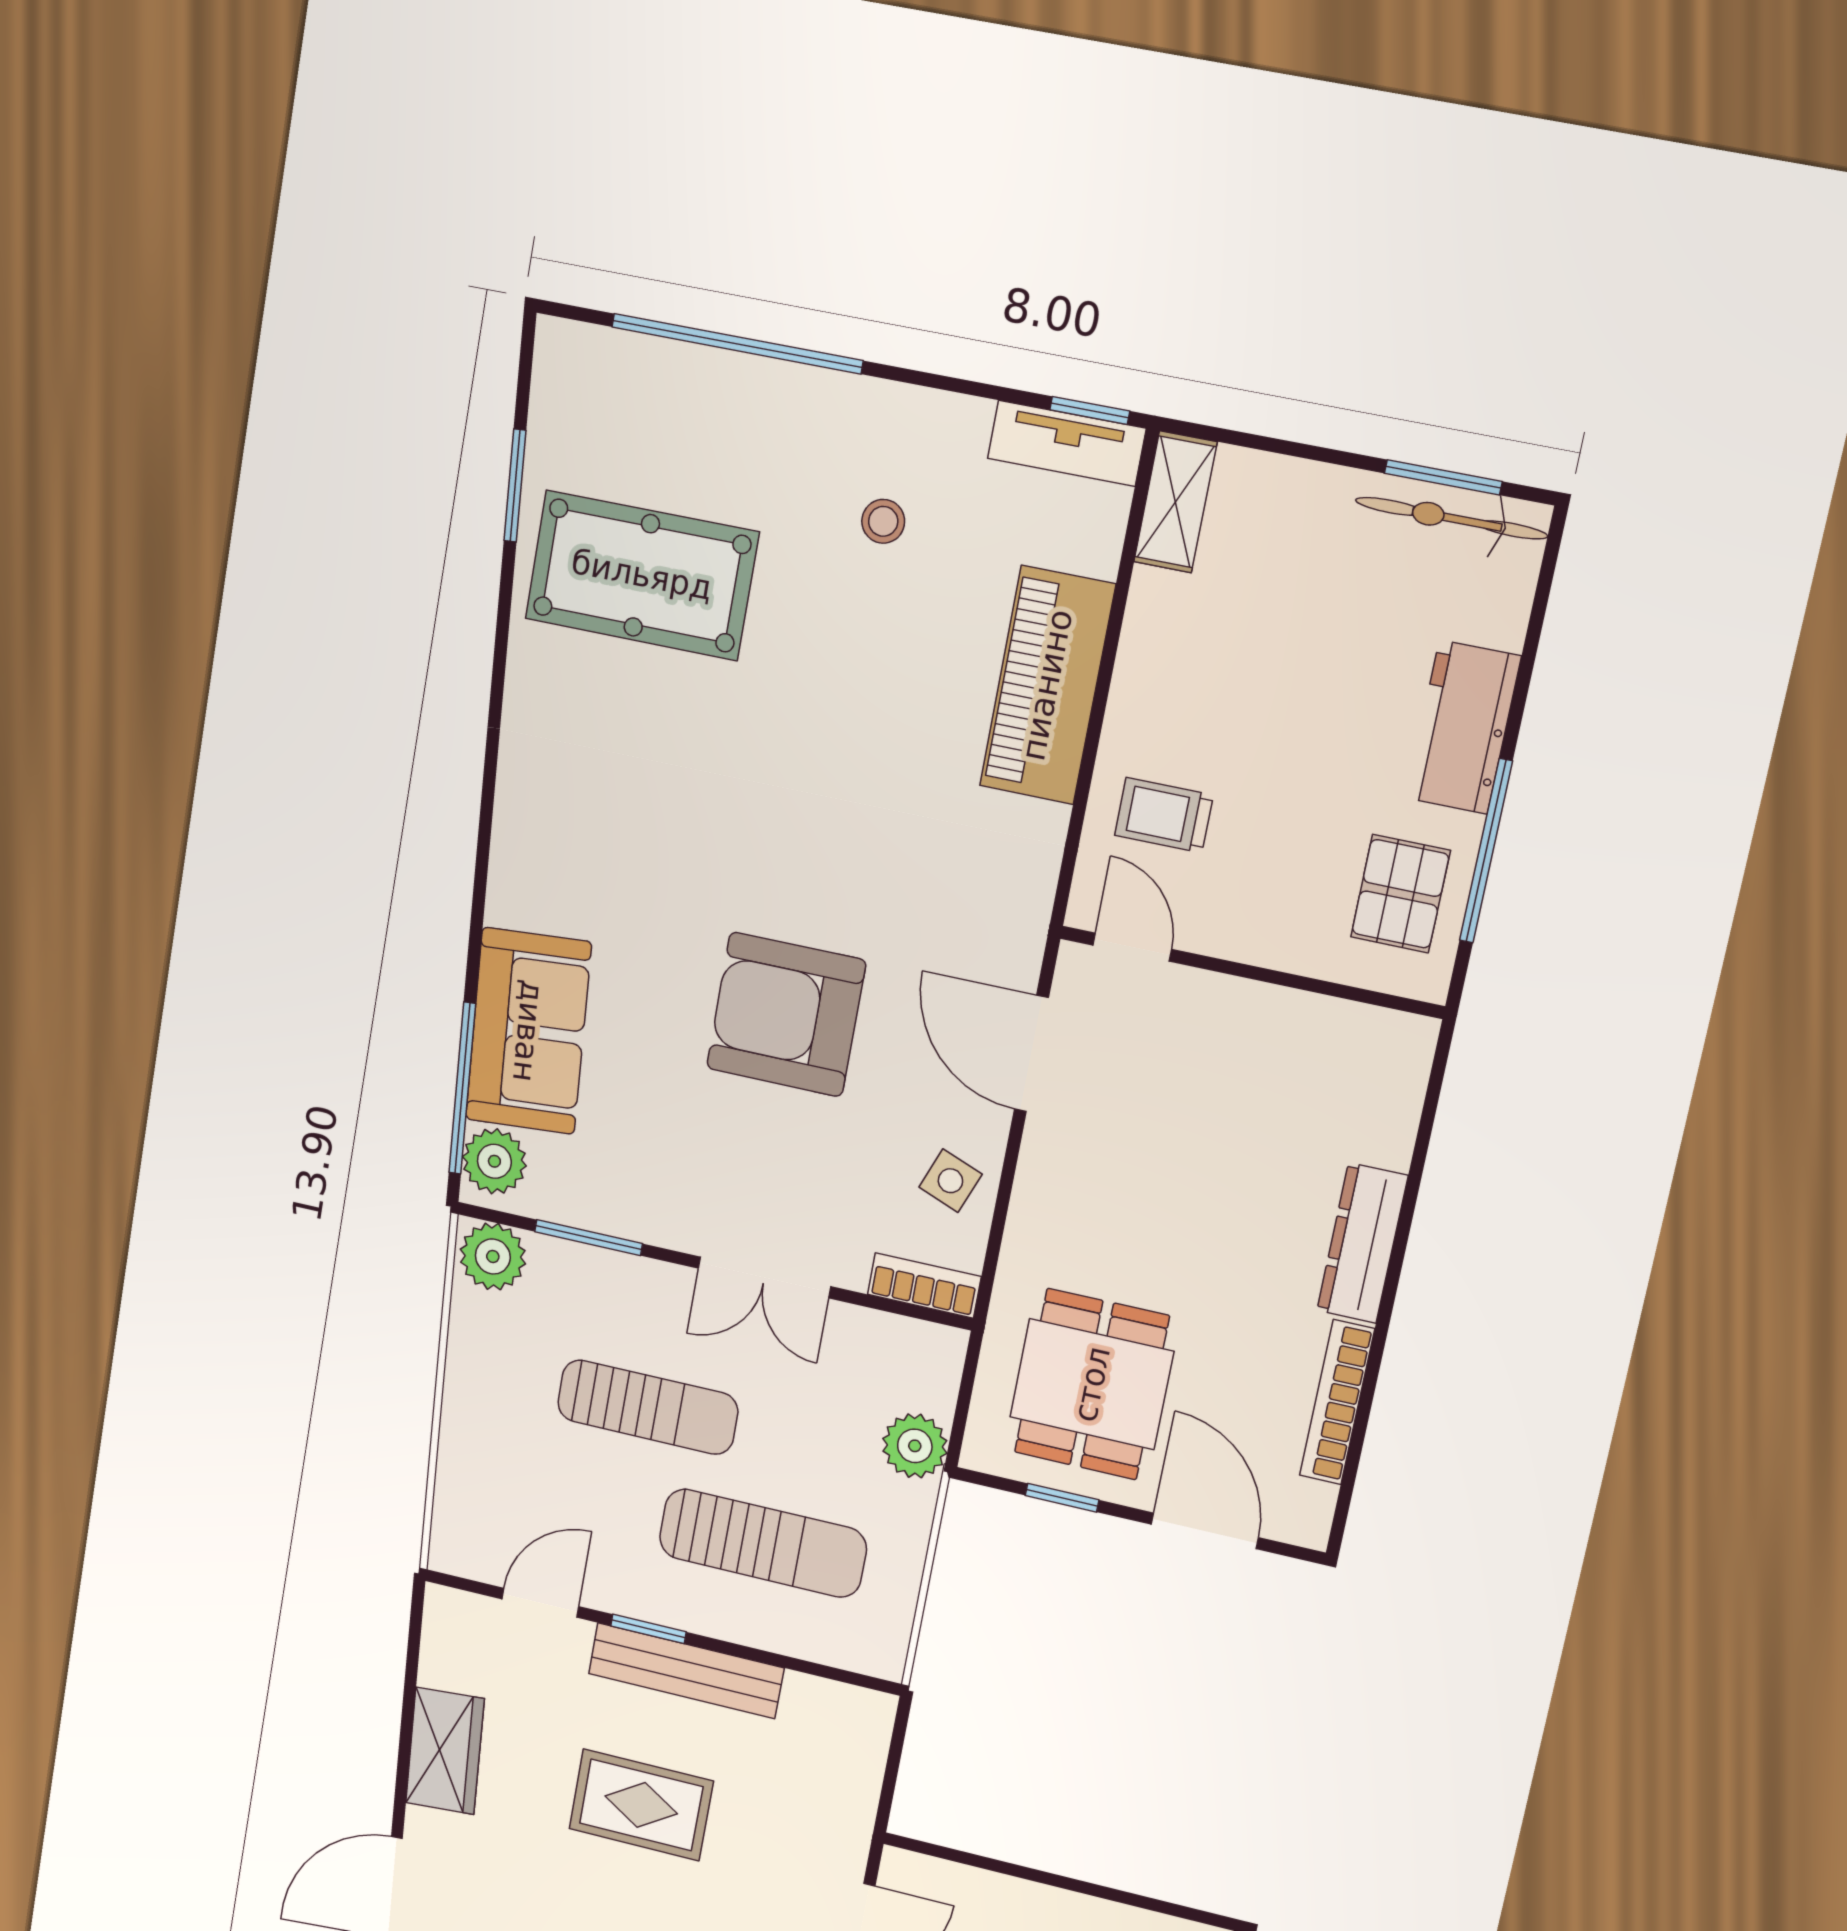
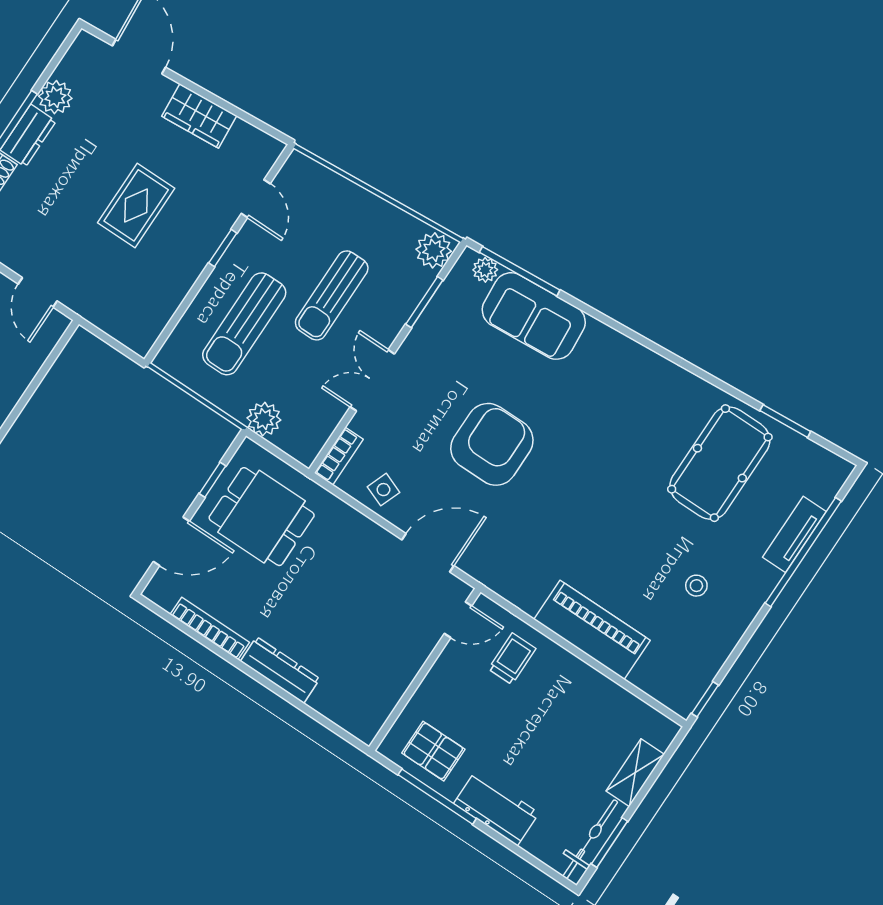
tv unit: (1067, 443) -> (794, 534), moved
shelving: (1175, 502) -> (635, 773), moved, turned 90
plant: (494, 1161) -> (485, 270), width x0.73, depth x0.73
bench: (686, 1671) -> (195, 258), removed

